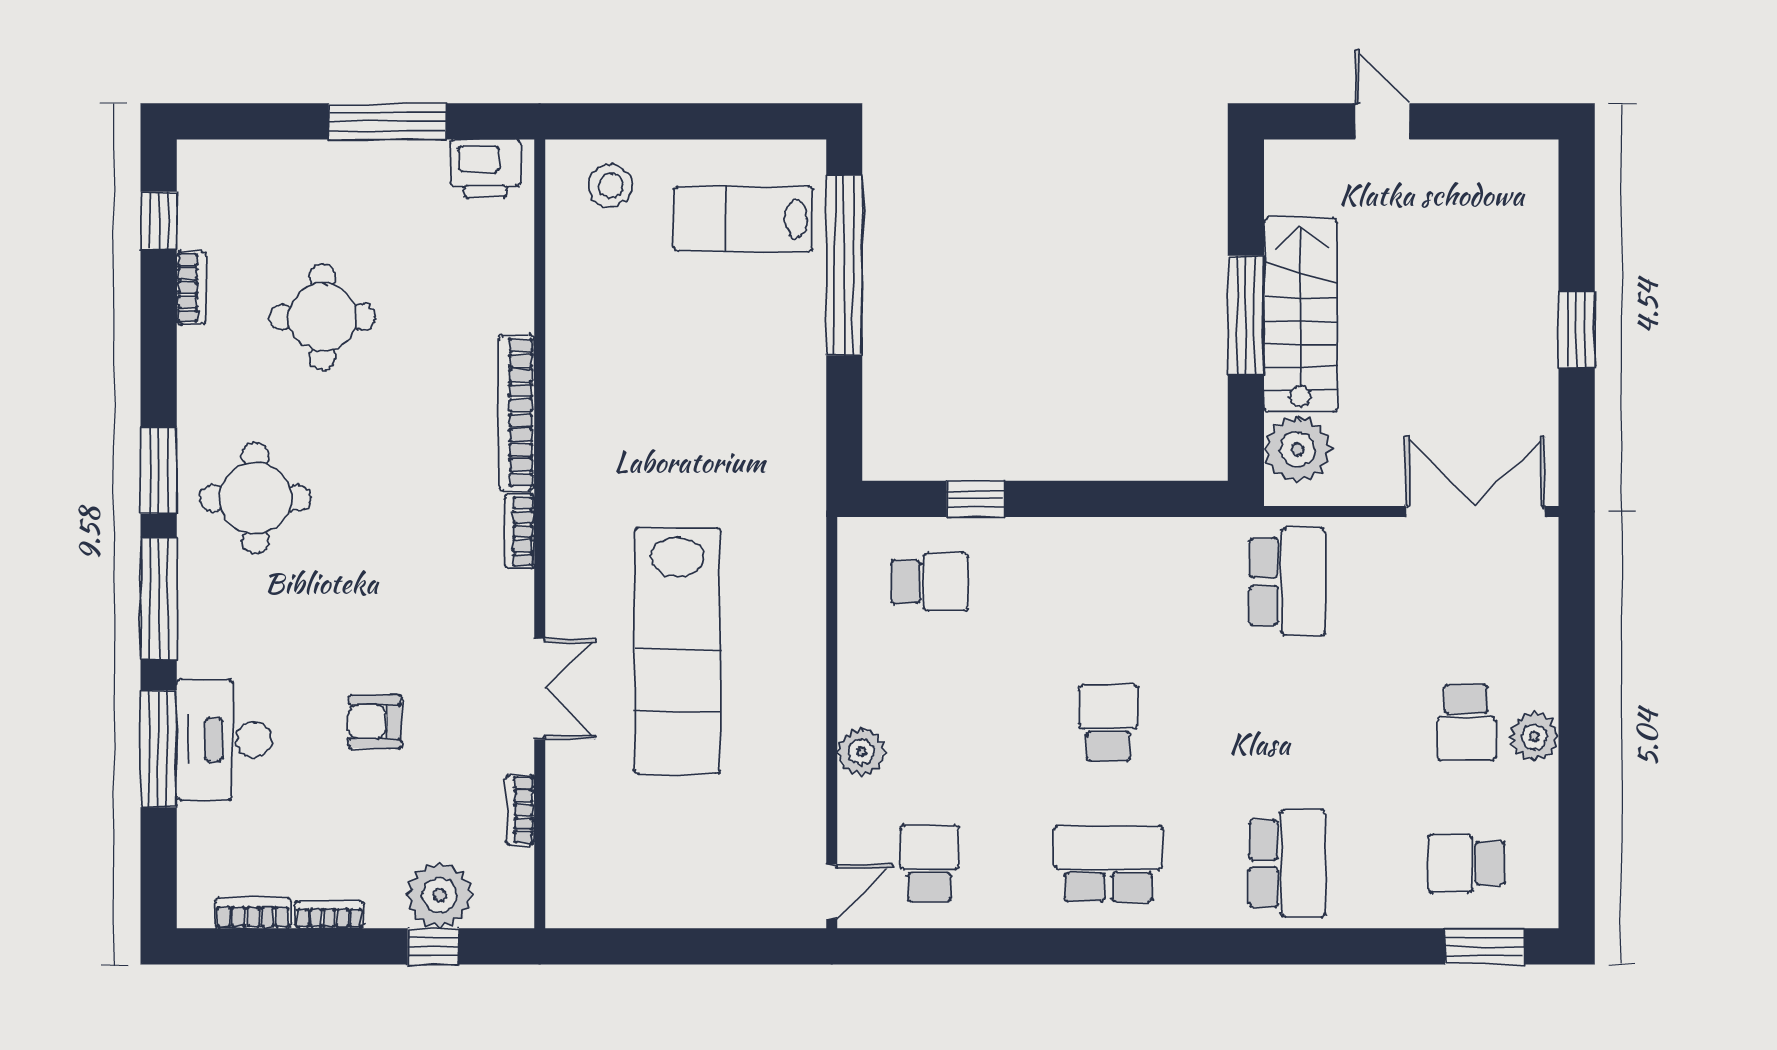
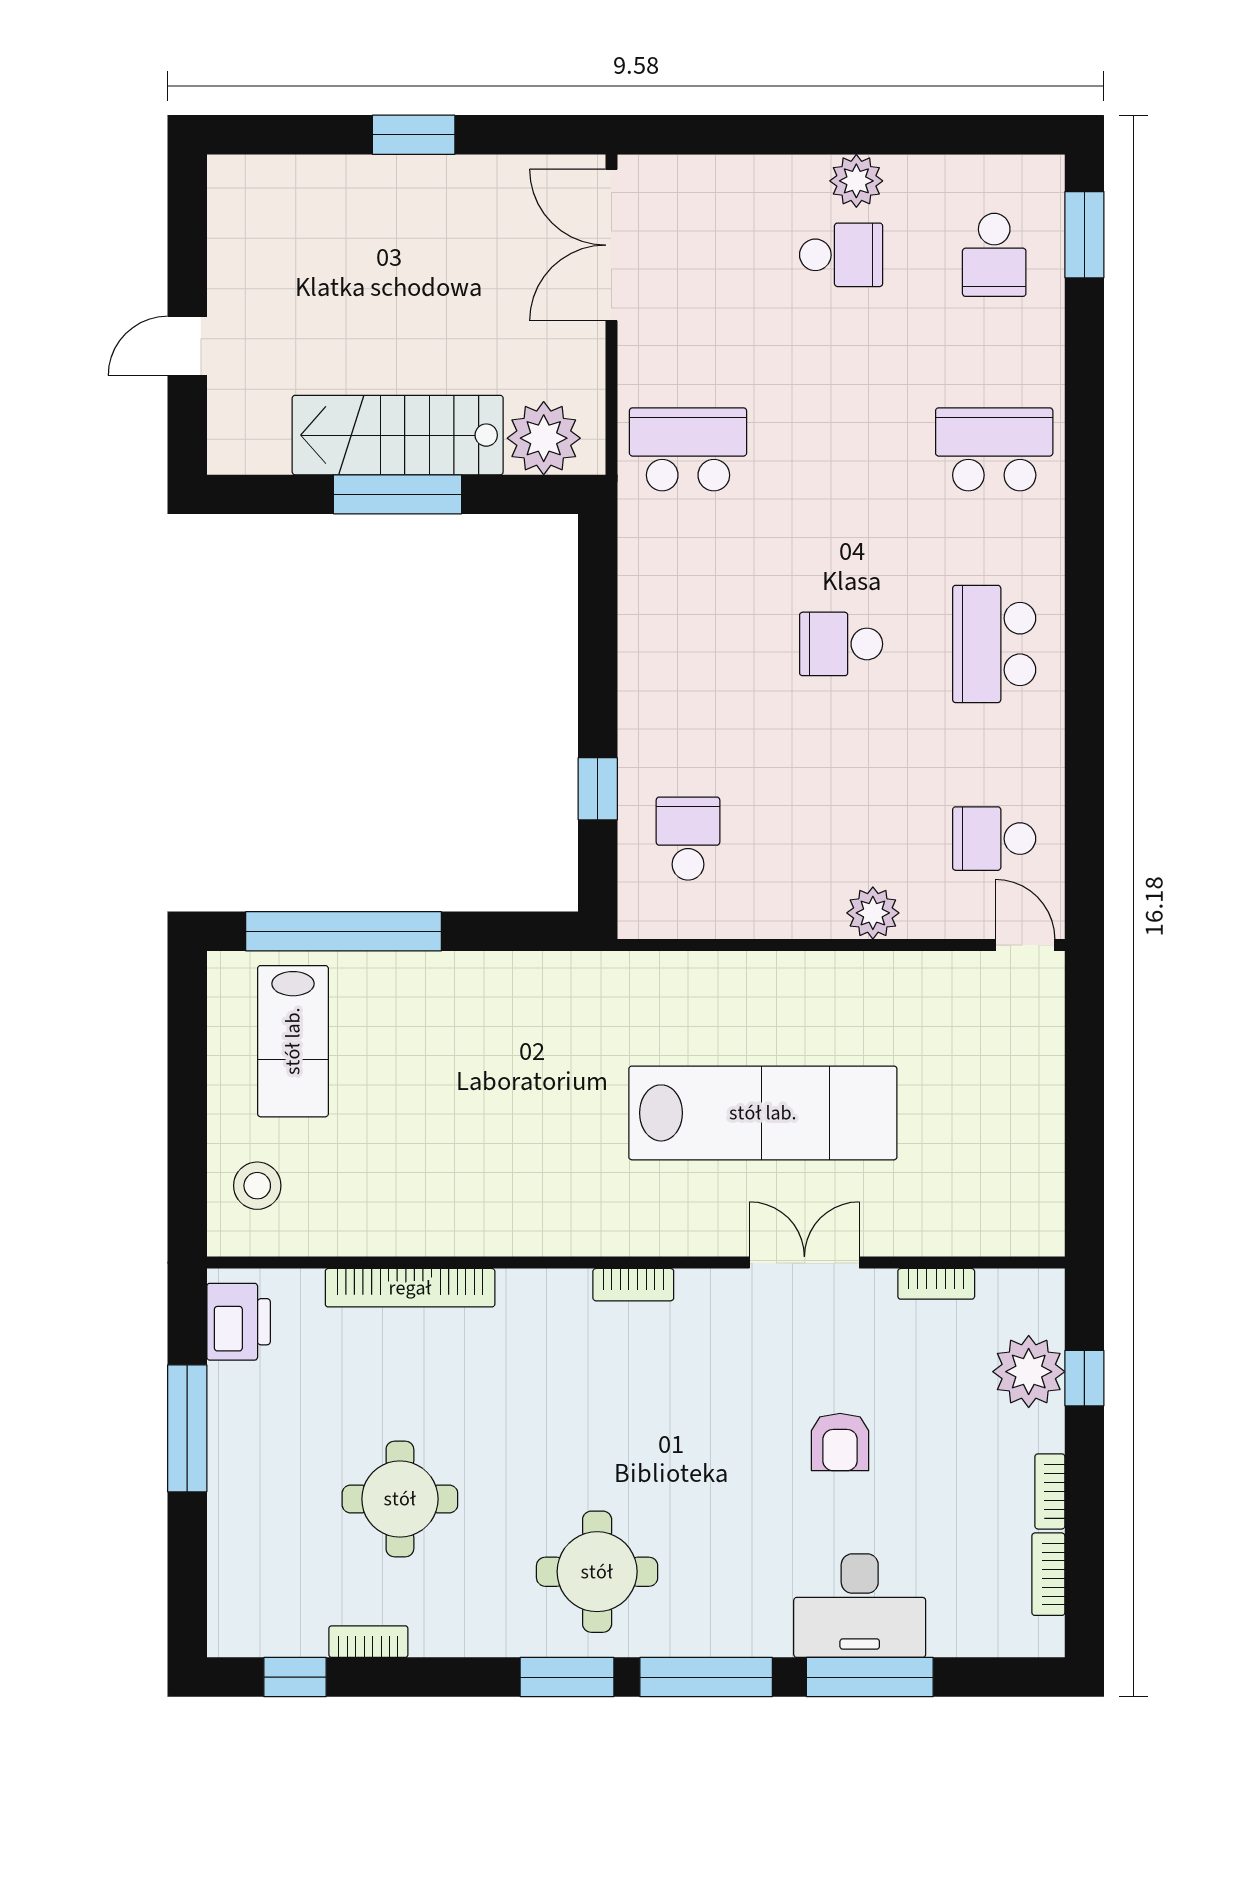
bookcase: (517, 413) -> (410, 1288), moved

